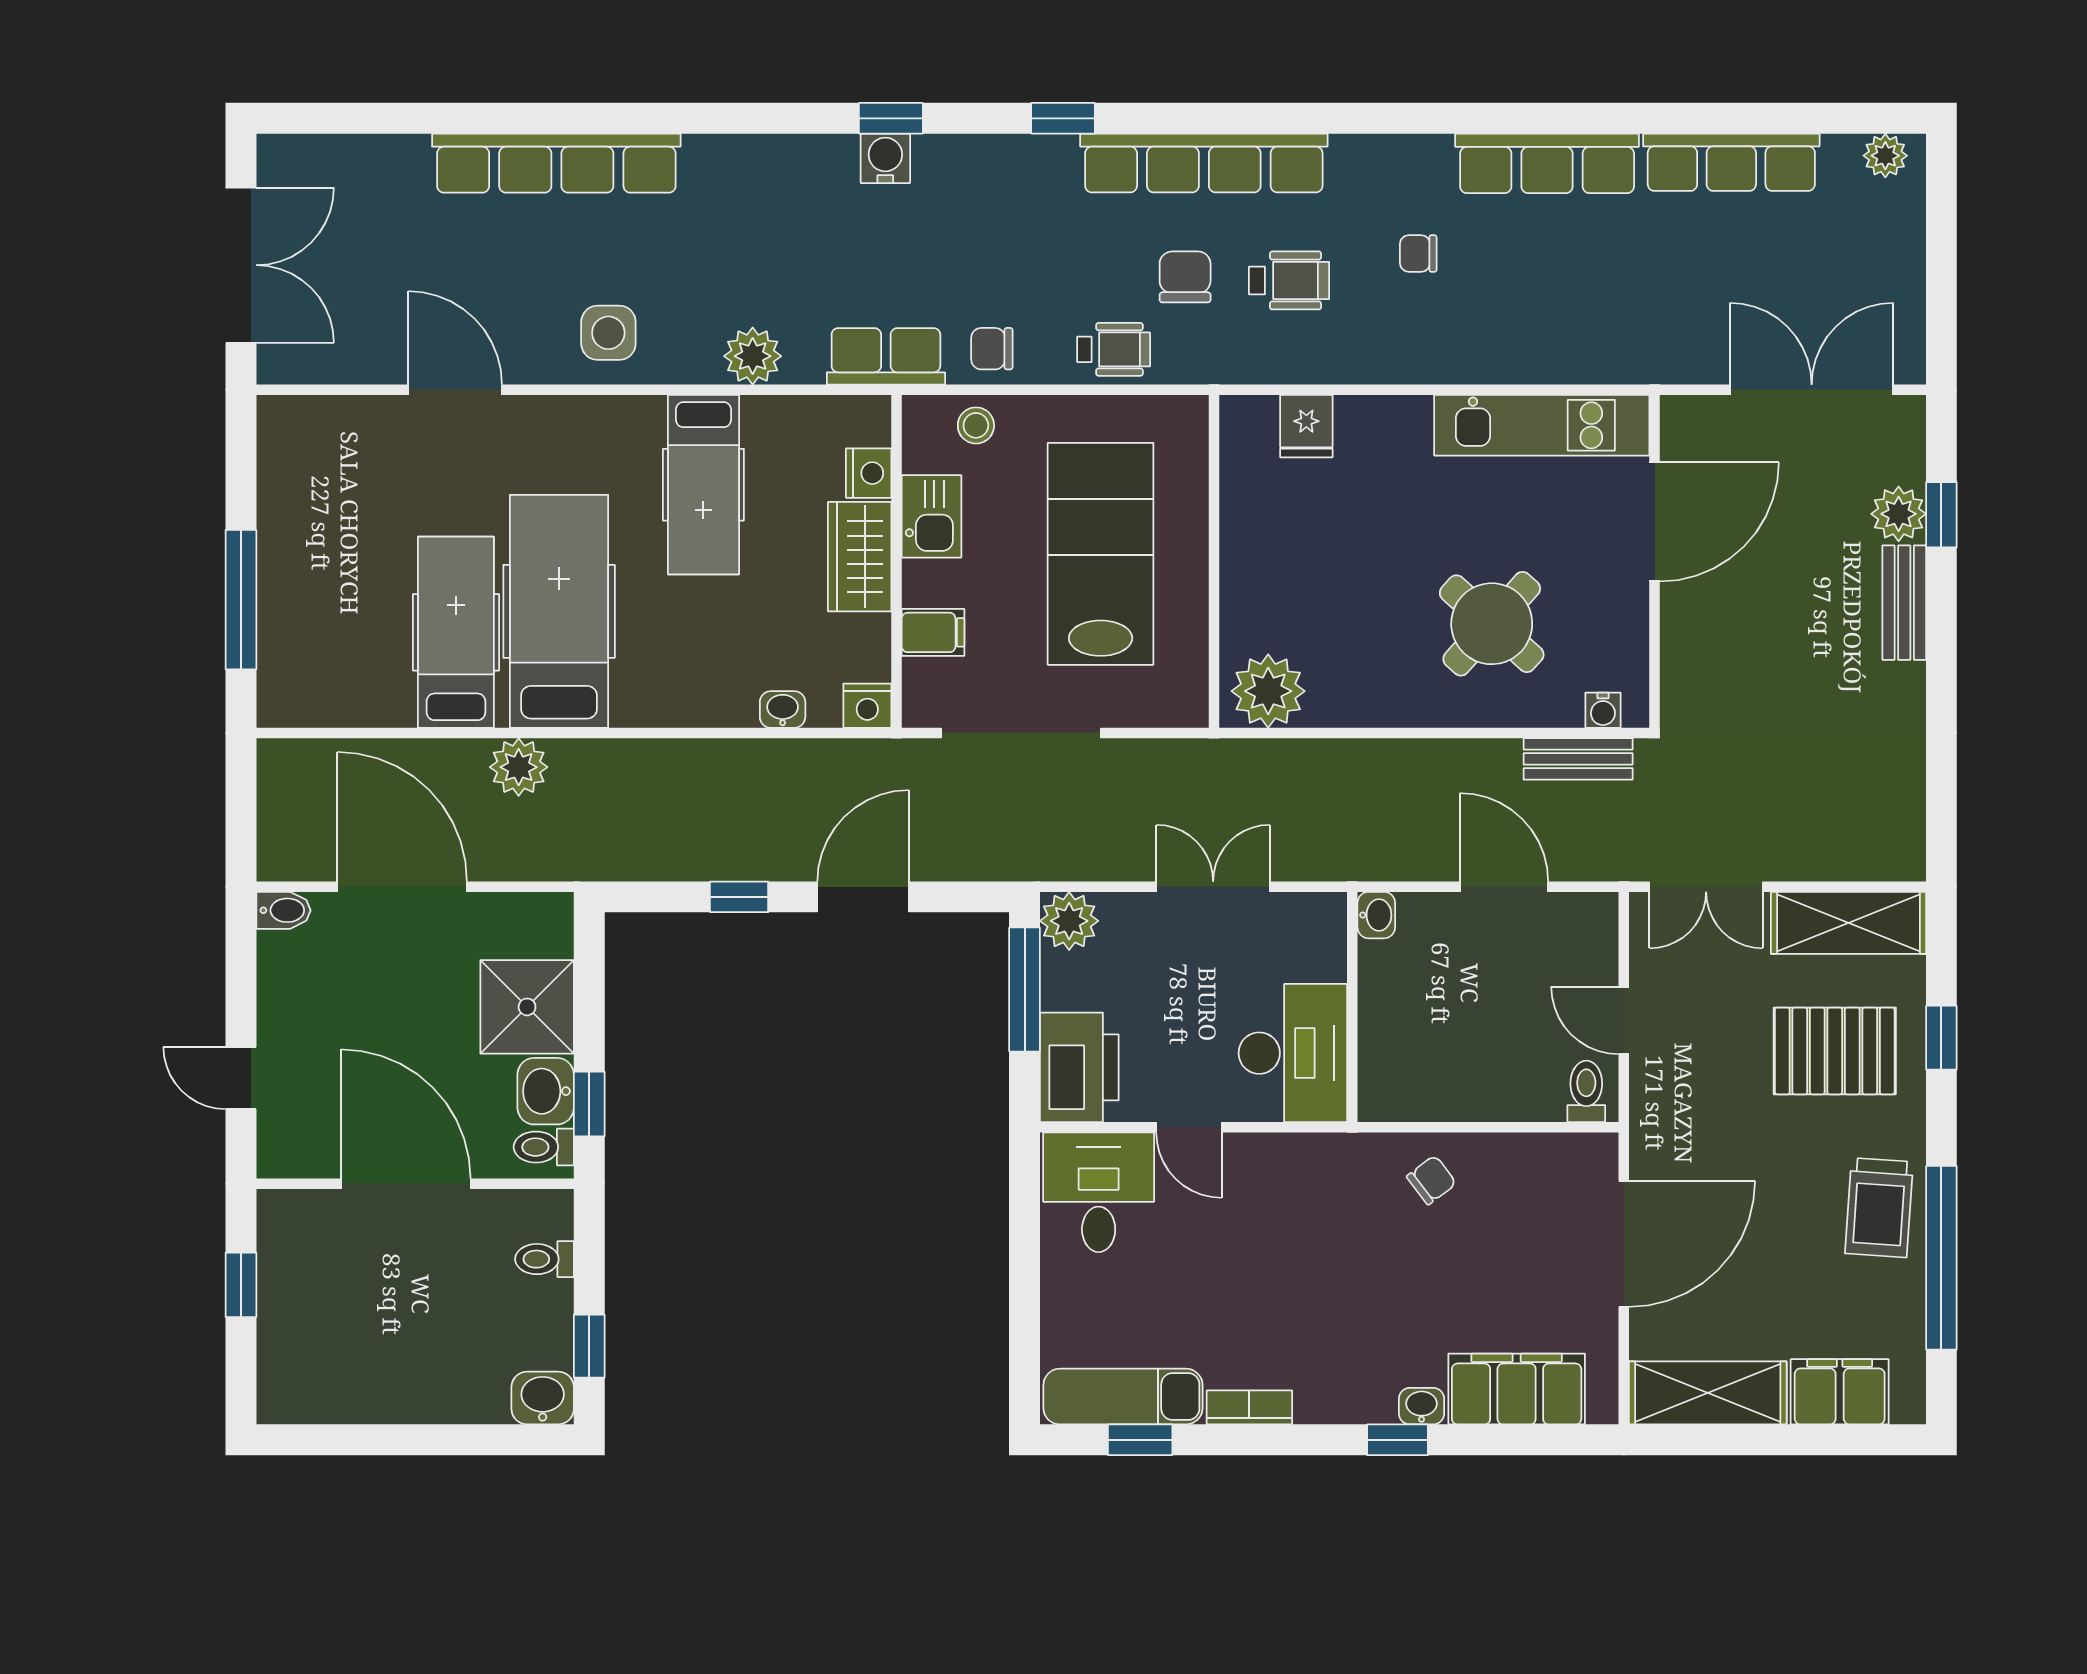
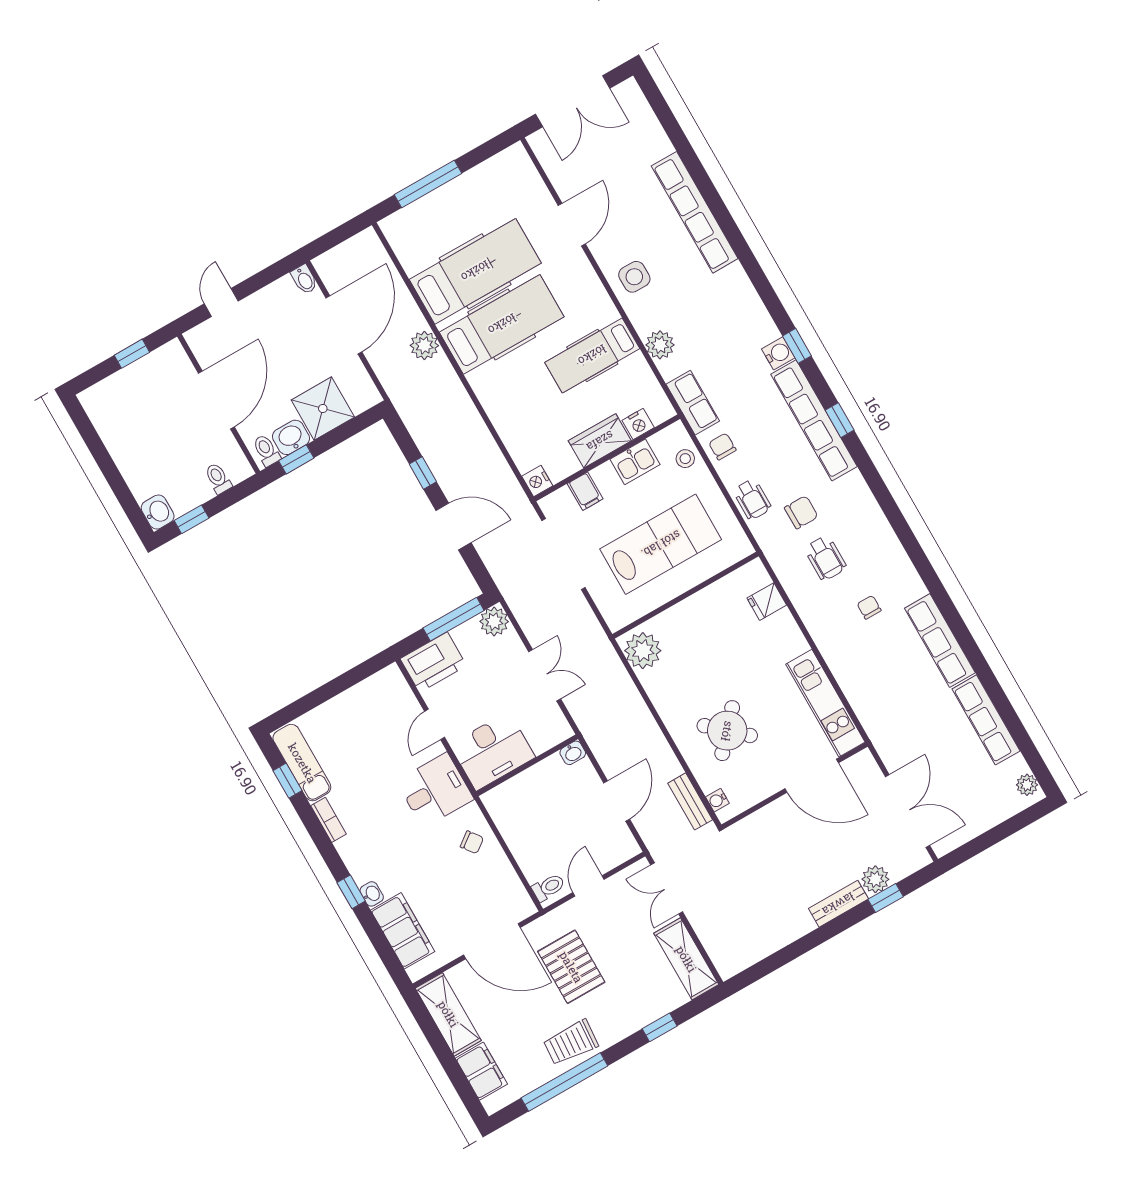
row of seats: (1204, 163) -> (814, 420), moved
hospital bed: (456, 632) -> (475, 271), width x1.37, depth x1.29
washbasin: (783, 709) -> (515, 445), removed
pallet: (1835, 1051) -> (571, 967), moved
desk: (1099, 1192) -> (435, 790), moved

